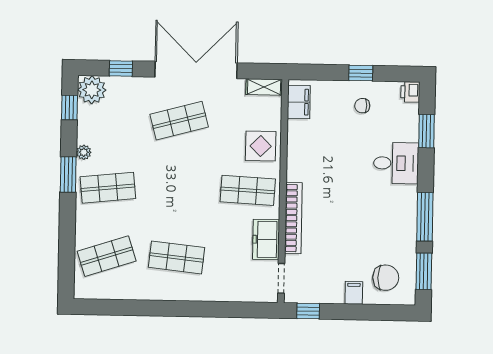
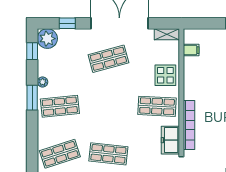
filing cabinet: (299, 102) -> (191, 50), width x0.50

